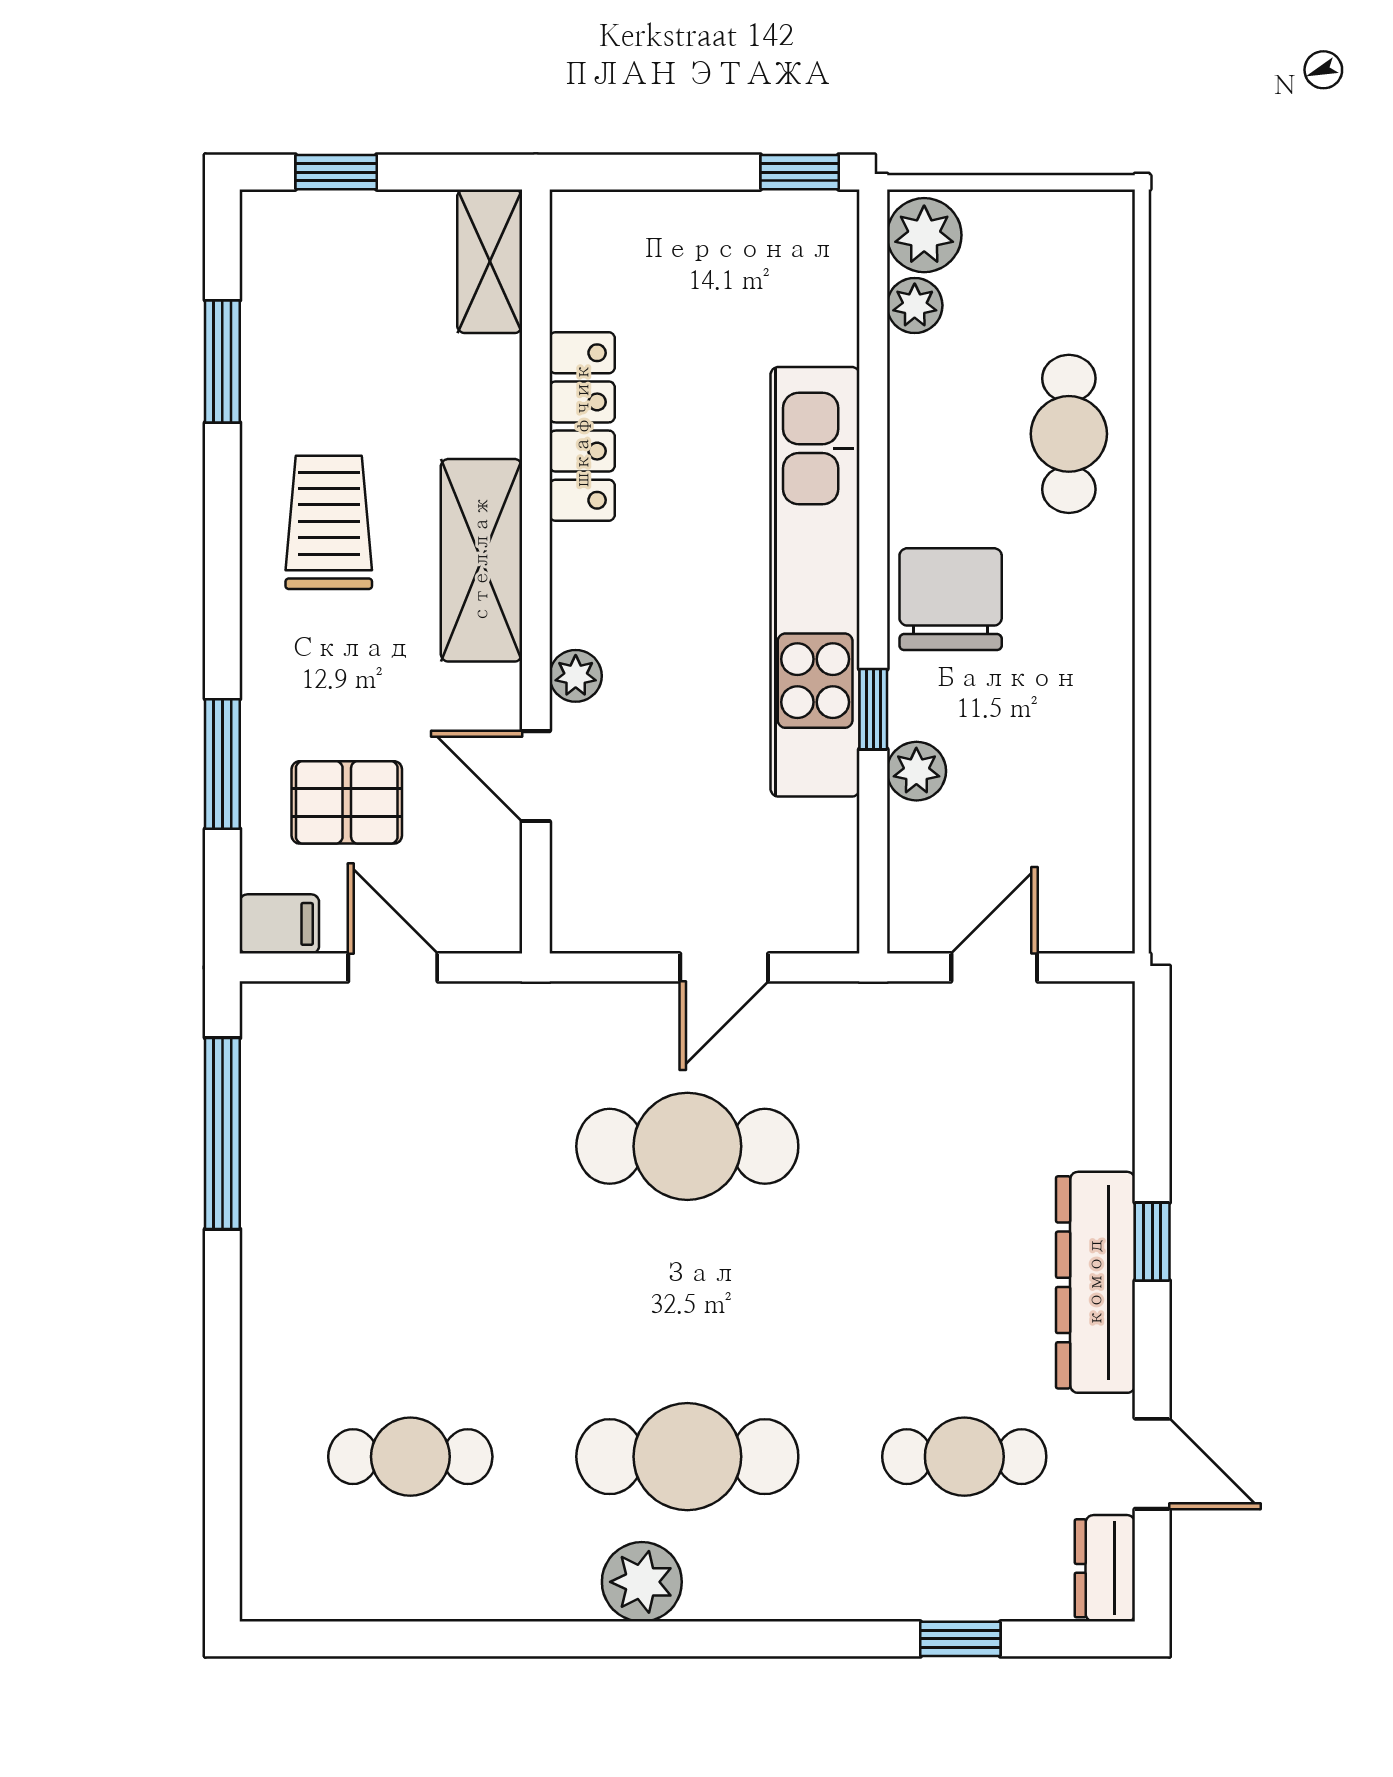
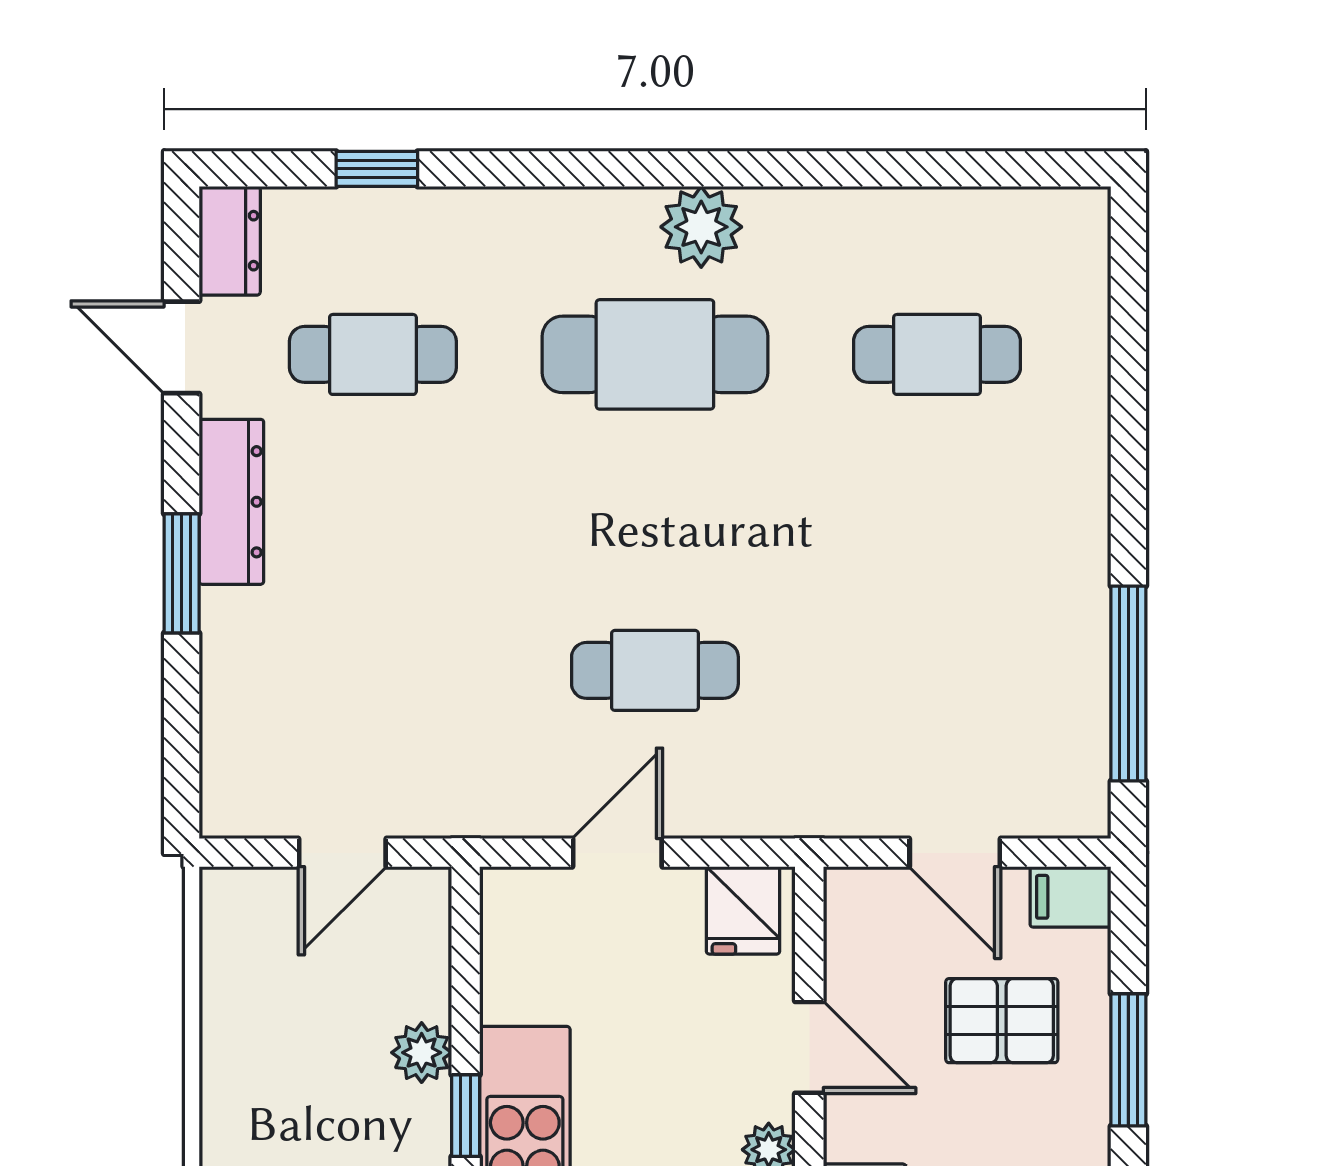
fridge: (601, 911) -> (743, 910), added
cafe table: (687, 1146) -> (655, 670), width x0.73, depth x0.74
window: (1152, 1242) -> (182, 573), width x1.50
dresser: (1095, 1282) -> (231, 502), width x0.73, depth x0.80

